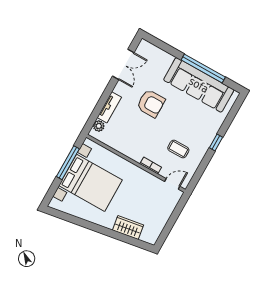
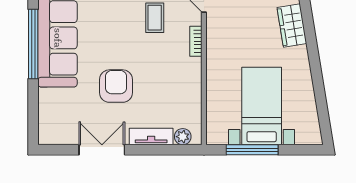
double door: (123, 64) -> (102, 150), moved
bed with nightstands: (91, 183) -> (262, 106), width x0.73

